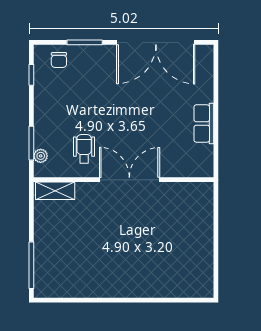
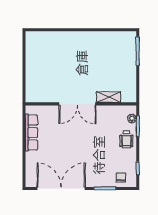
row of seats: (204, 124) -> (31, 132), width x1.48
wheelchair: (84, 149) -> (126, 139), moved
shelving: (55, 191) -> (109, 97), moved

